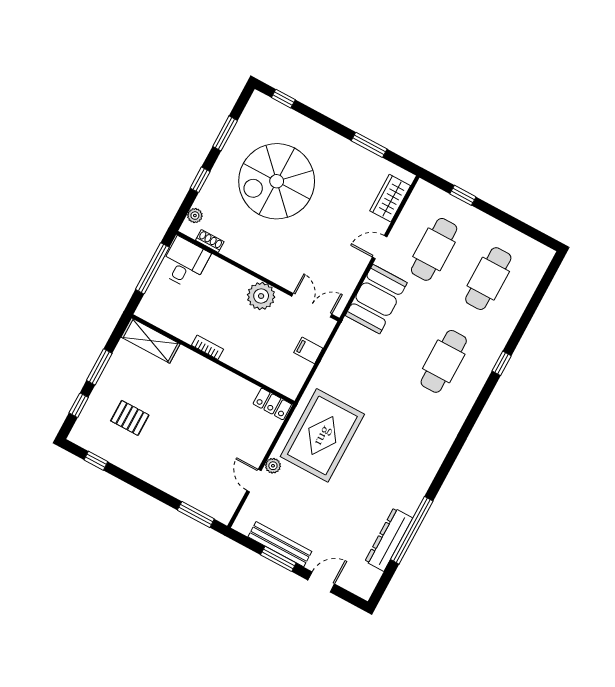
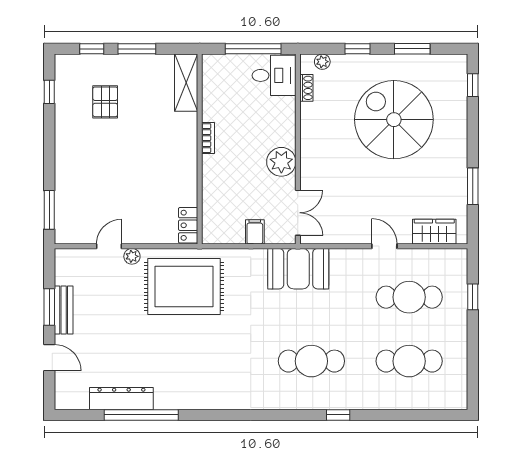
booth: (376, 299) -> (298, 269), moved
bench: (280, 544) -> (64, 310), width x0.73

